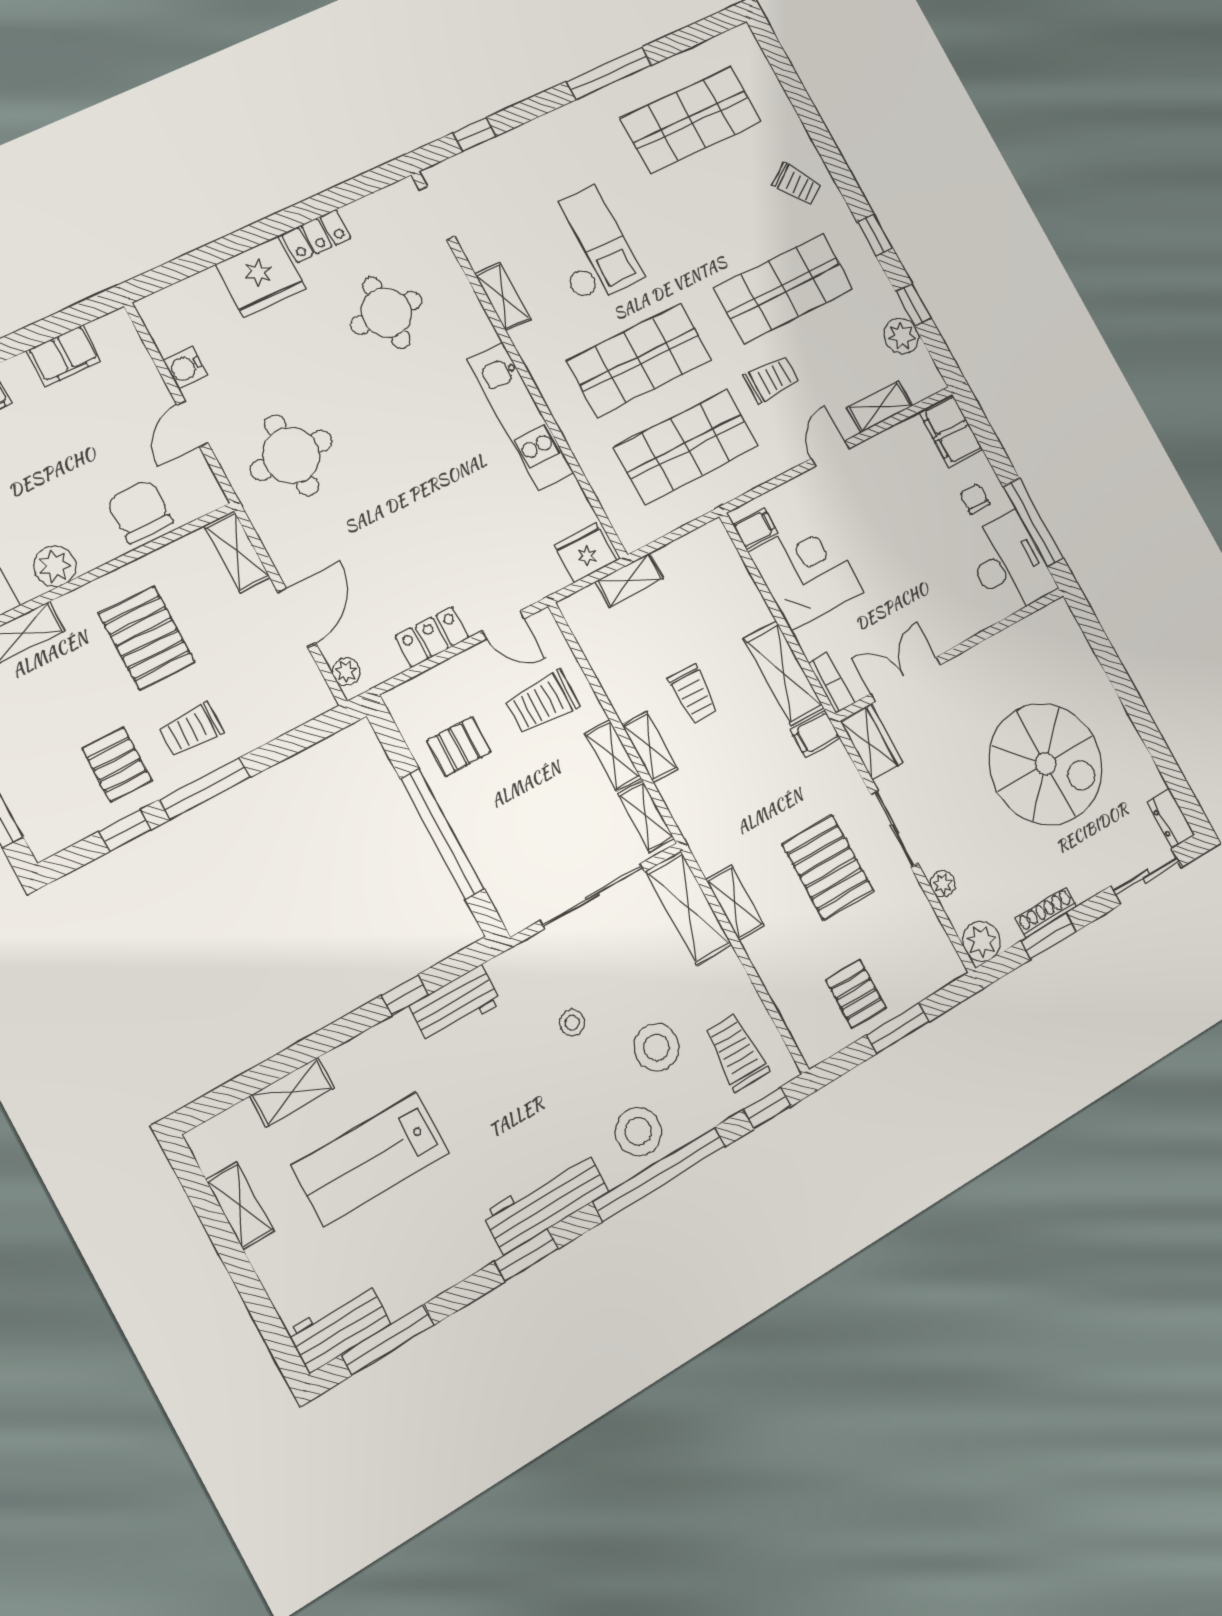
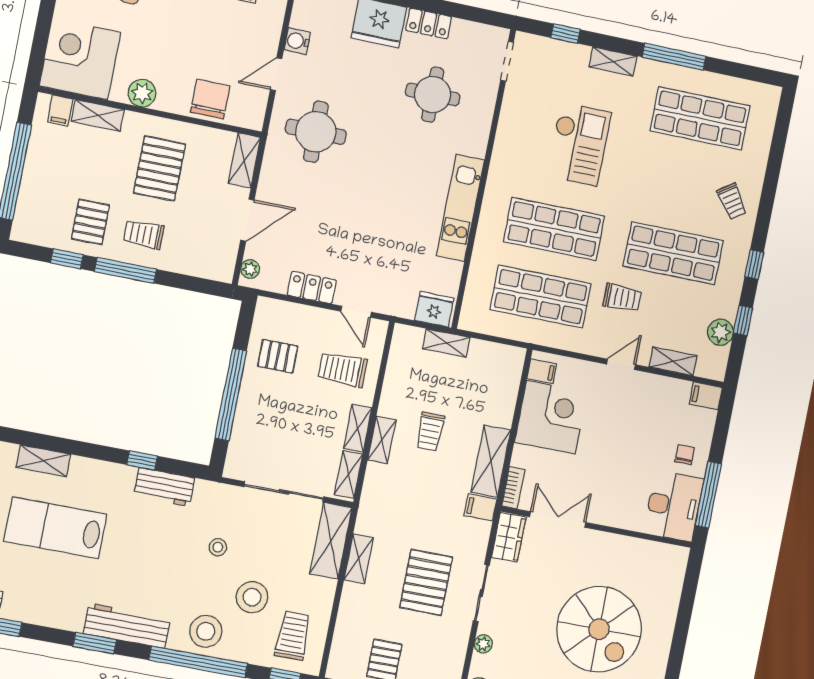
shelving: (503, 297) -> (613, 61), moved, turned 90
filing cabinet: (951, 431) -> (706, 396), width x0.50

